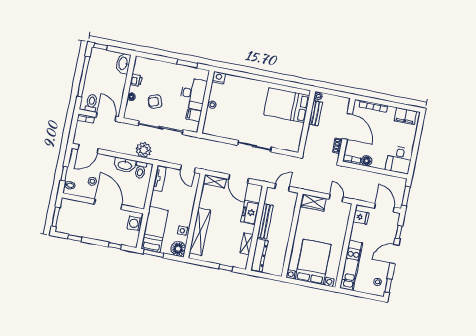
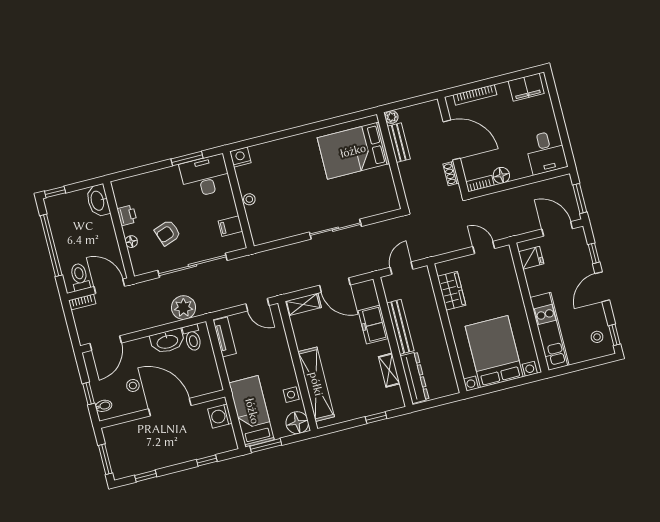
desk: (193, 94) -> (205, 176), moved, turned -90
wardrobe: (314, 203) -> (452, 291), moved, turned -90

